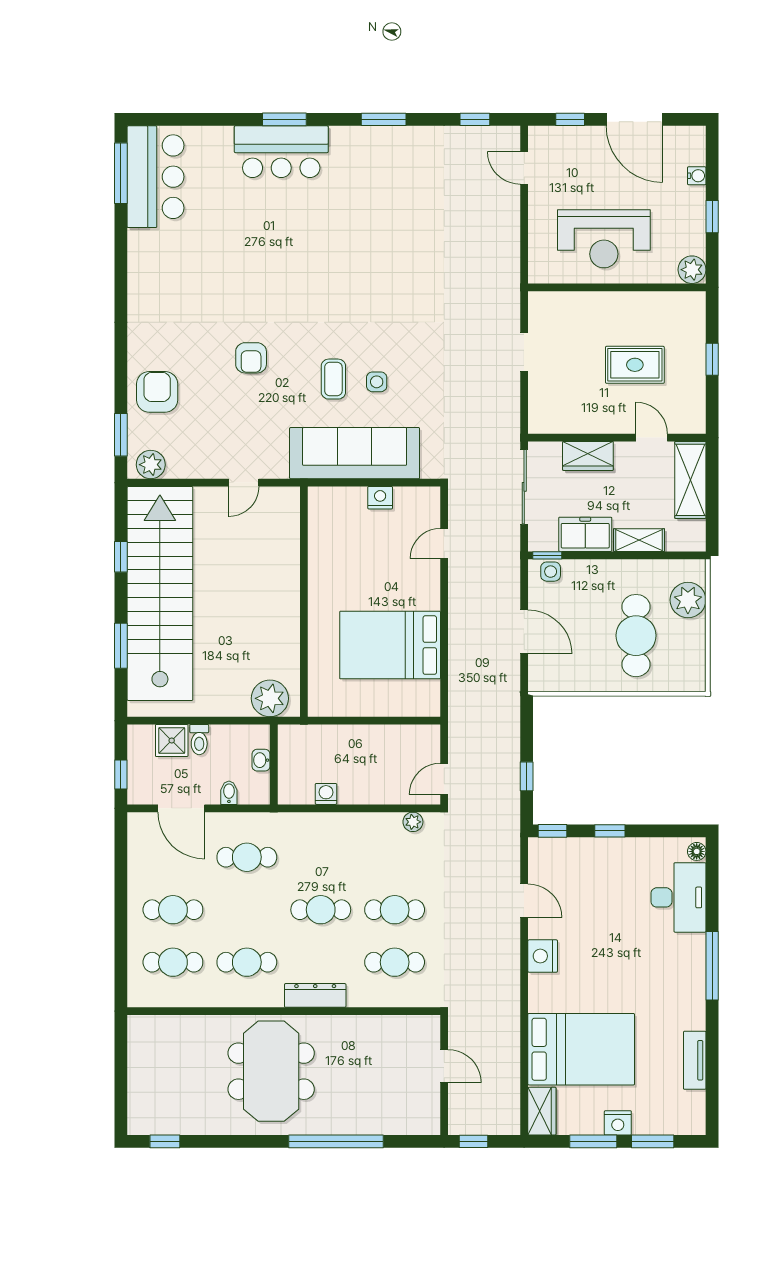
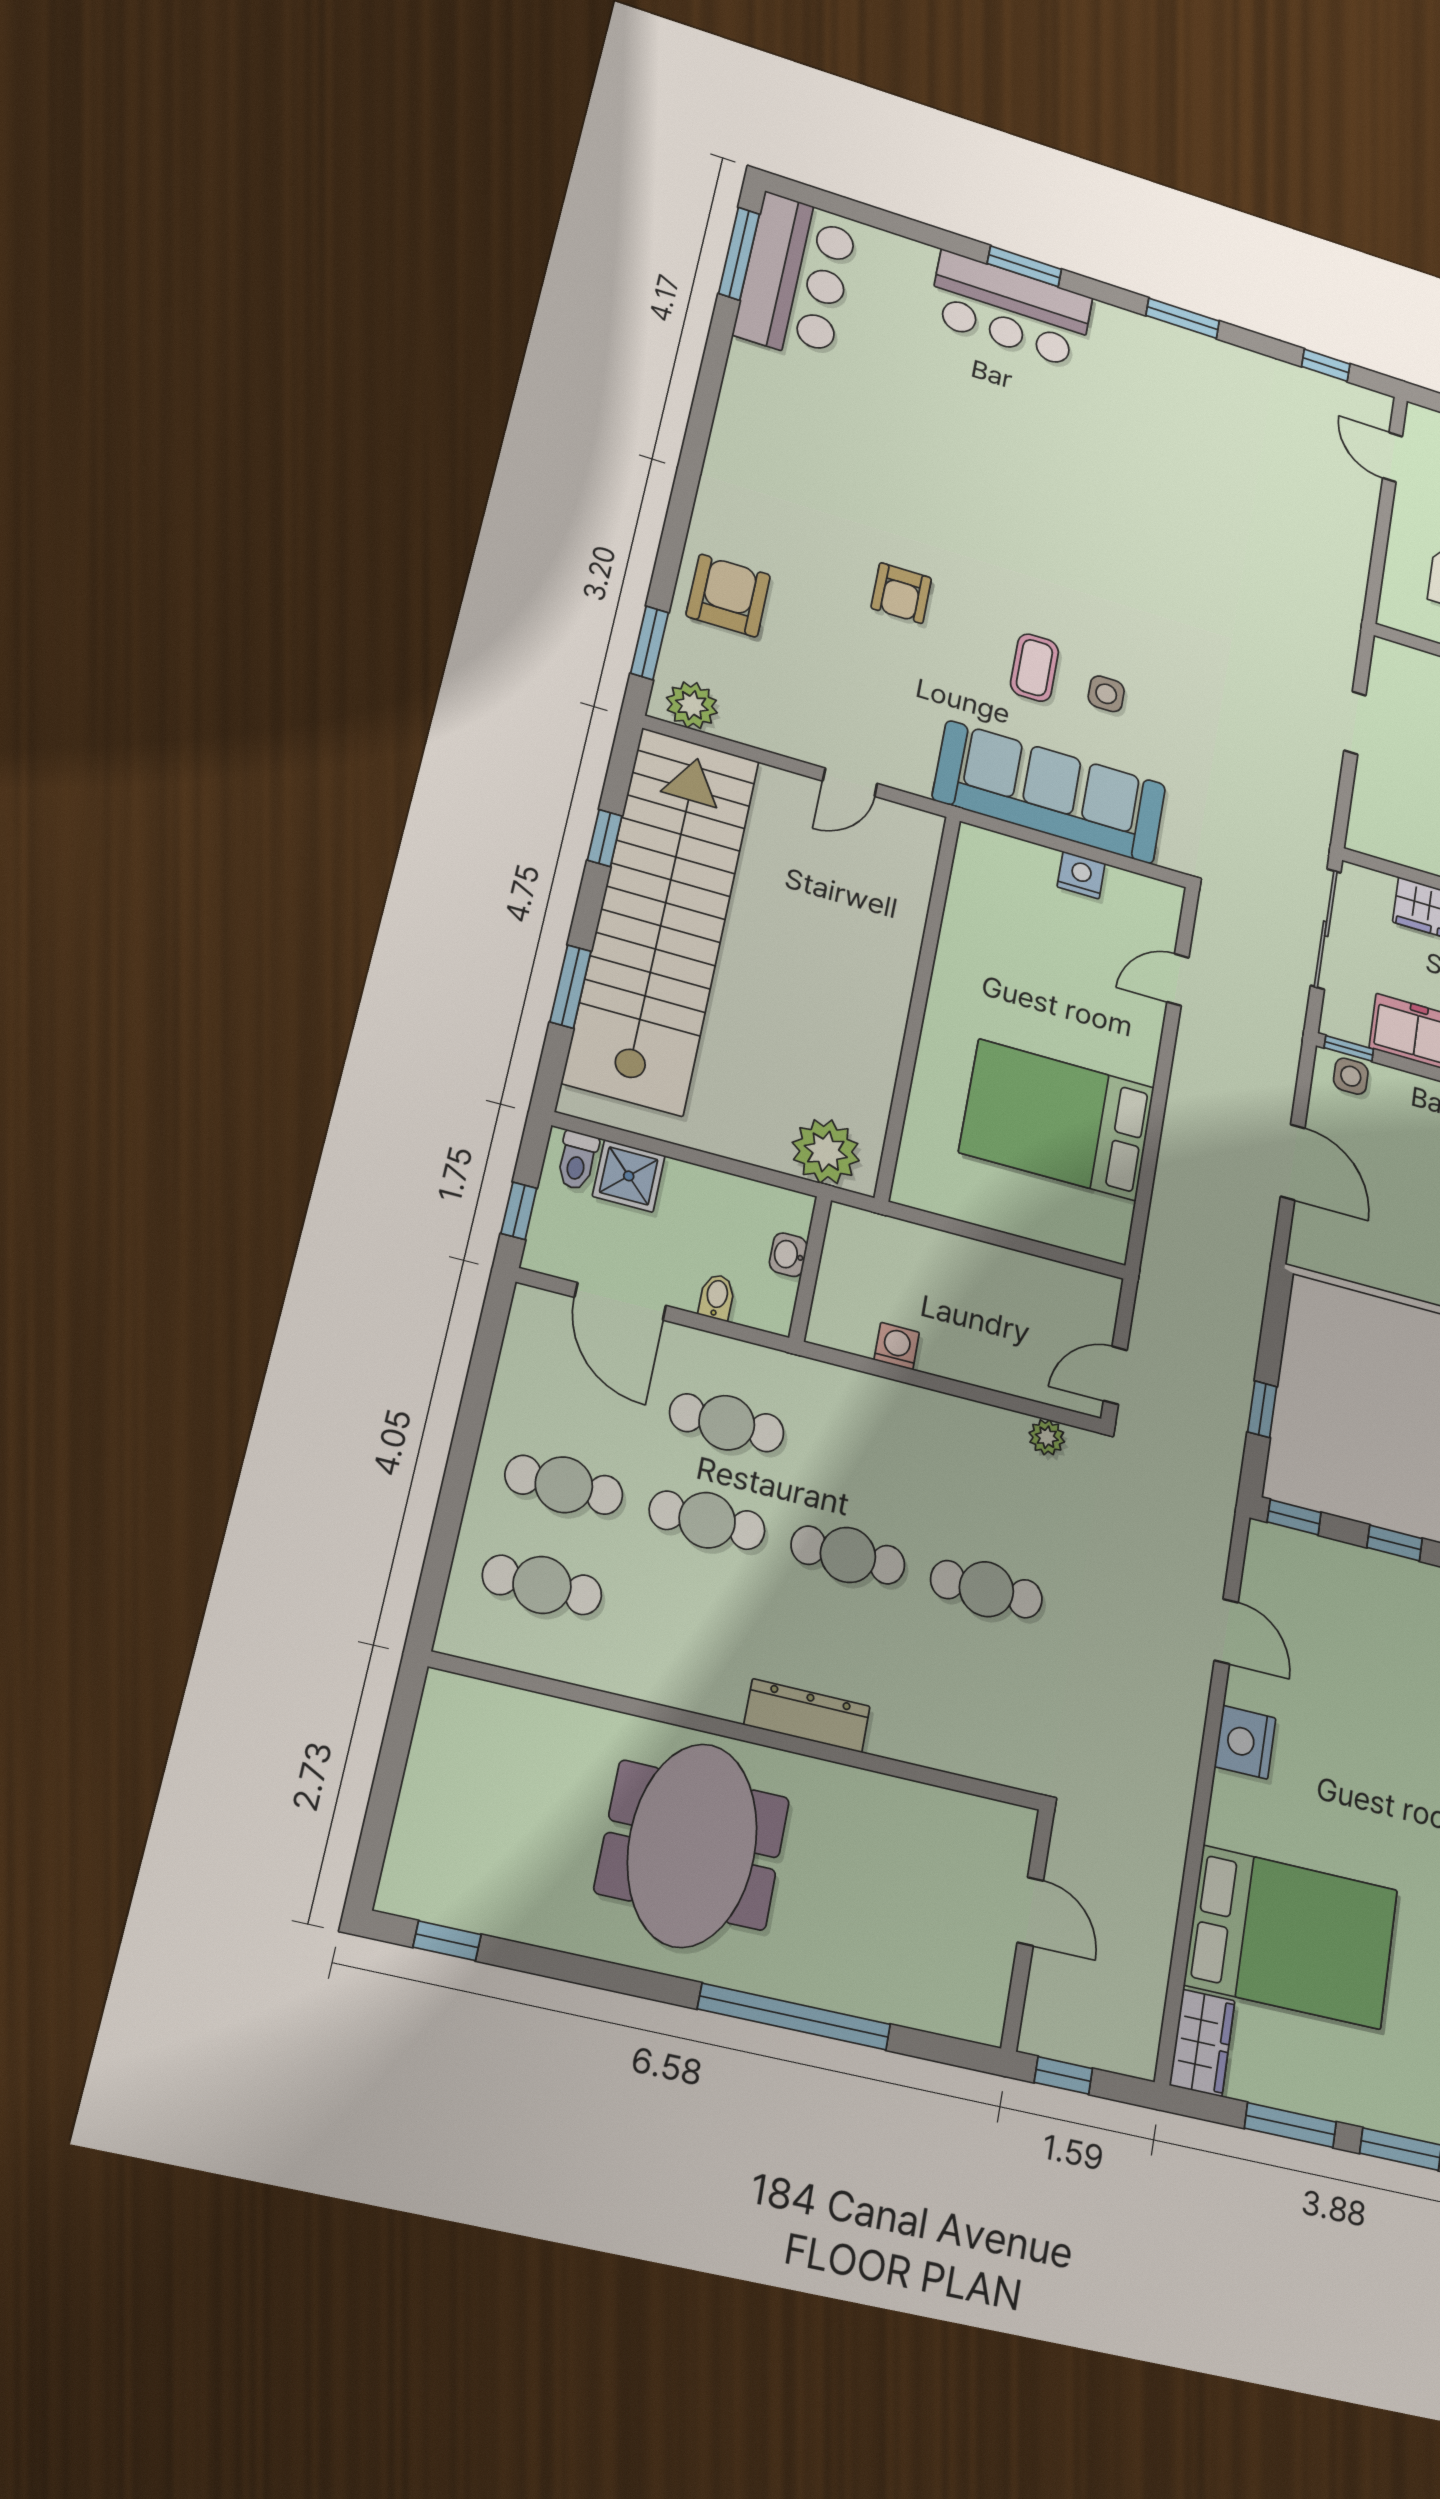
toilet: (199, 740) -> (577, 1160), moved
cafe table: (247, 962) -> (707, 1520), moved
cafe table: (395, 962) -> (970, 1688), removed
nightstand: (618, 1123) -> (1341, 2098), removed

